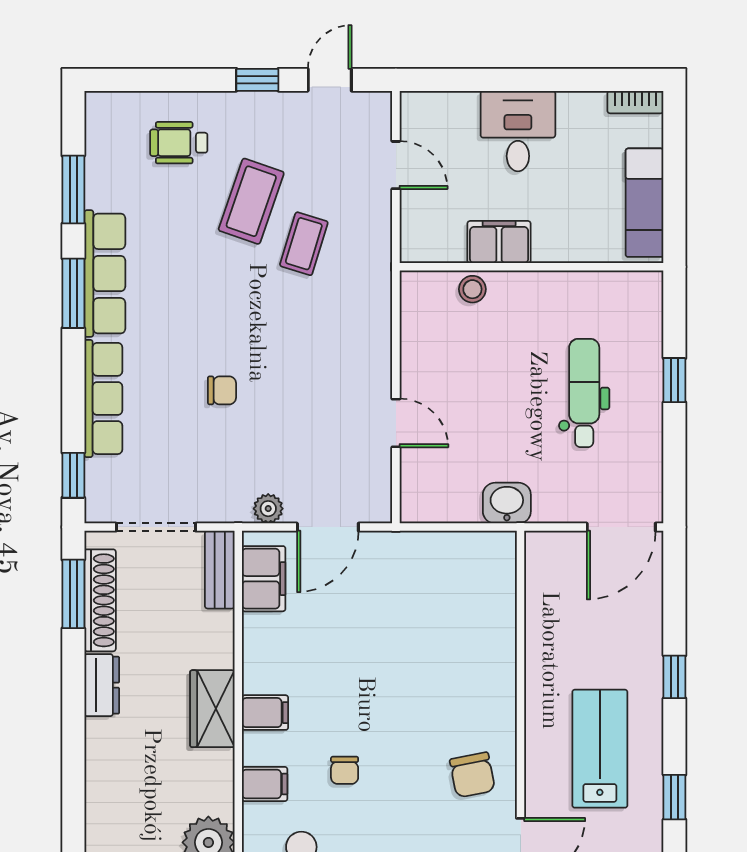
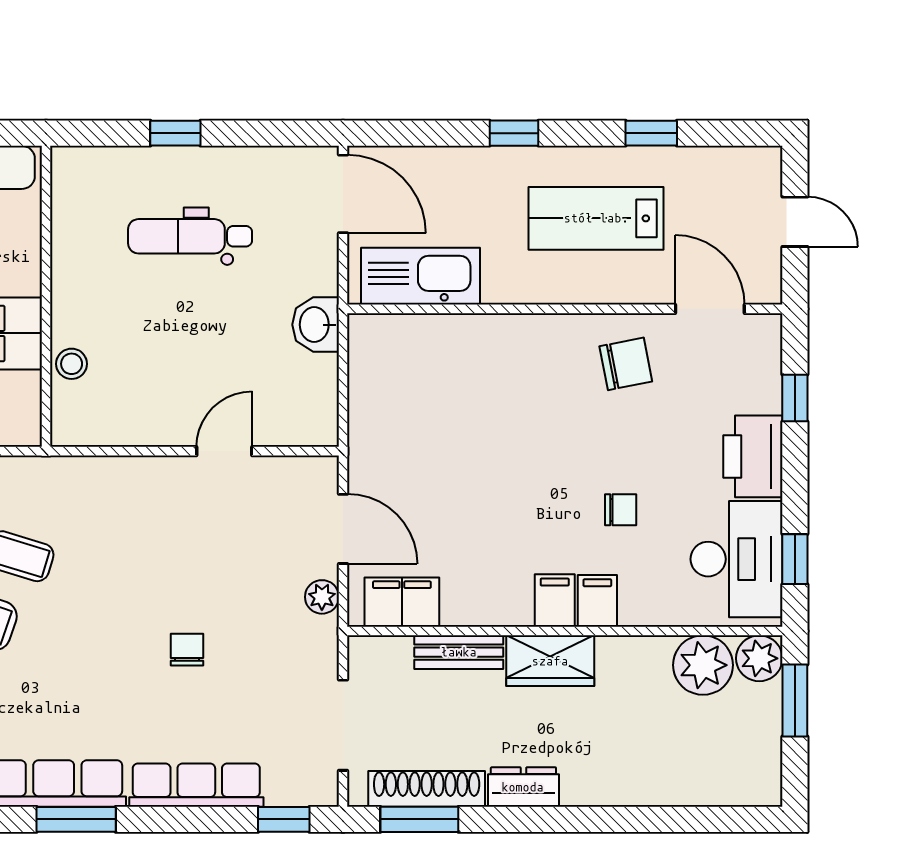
bench: (220, 570) -> (459, 652), moved
kitchen sink: (549, 595) -> (420, 276), added
filing cabinet: (265, 784) -> (597, 601), moved

